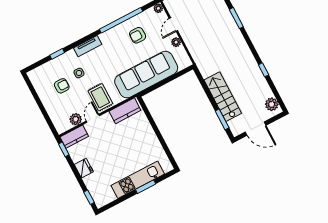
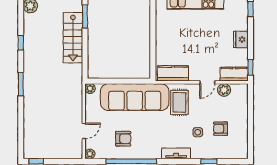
window: (236, 18) -> (21, 84), moved
plant: (176, 42) -> (90, 89), moved
rug: (100, 97) -> (179, 102), moved

